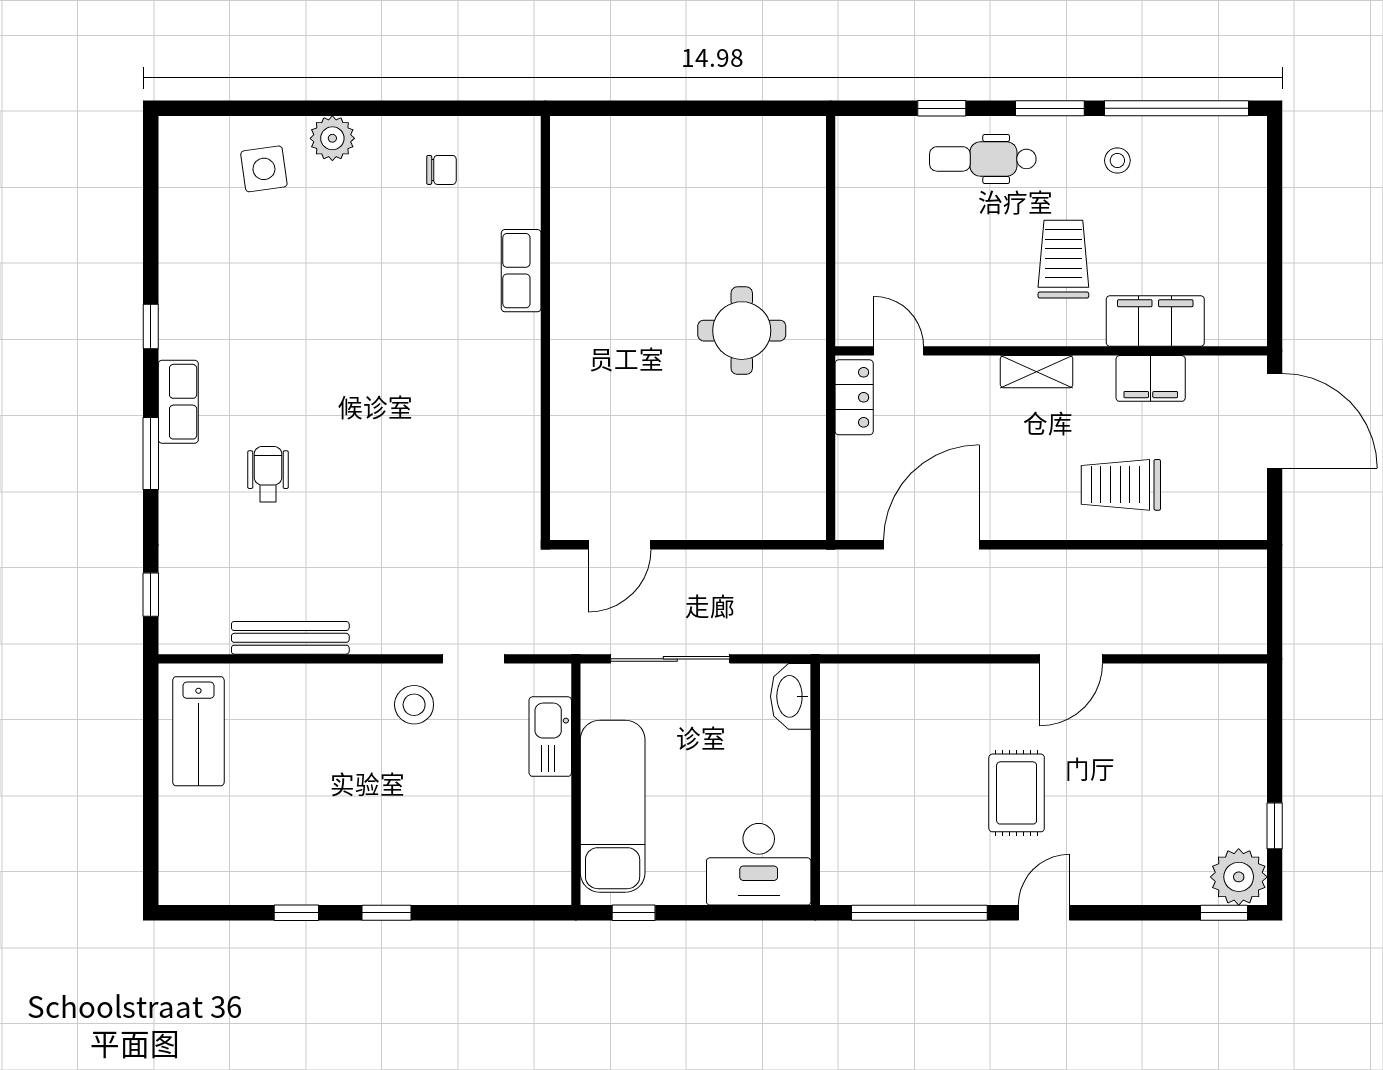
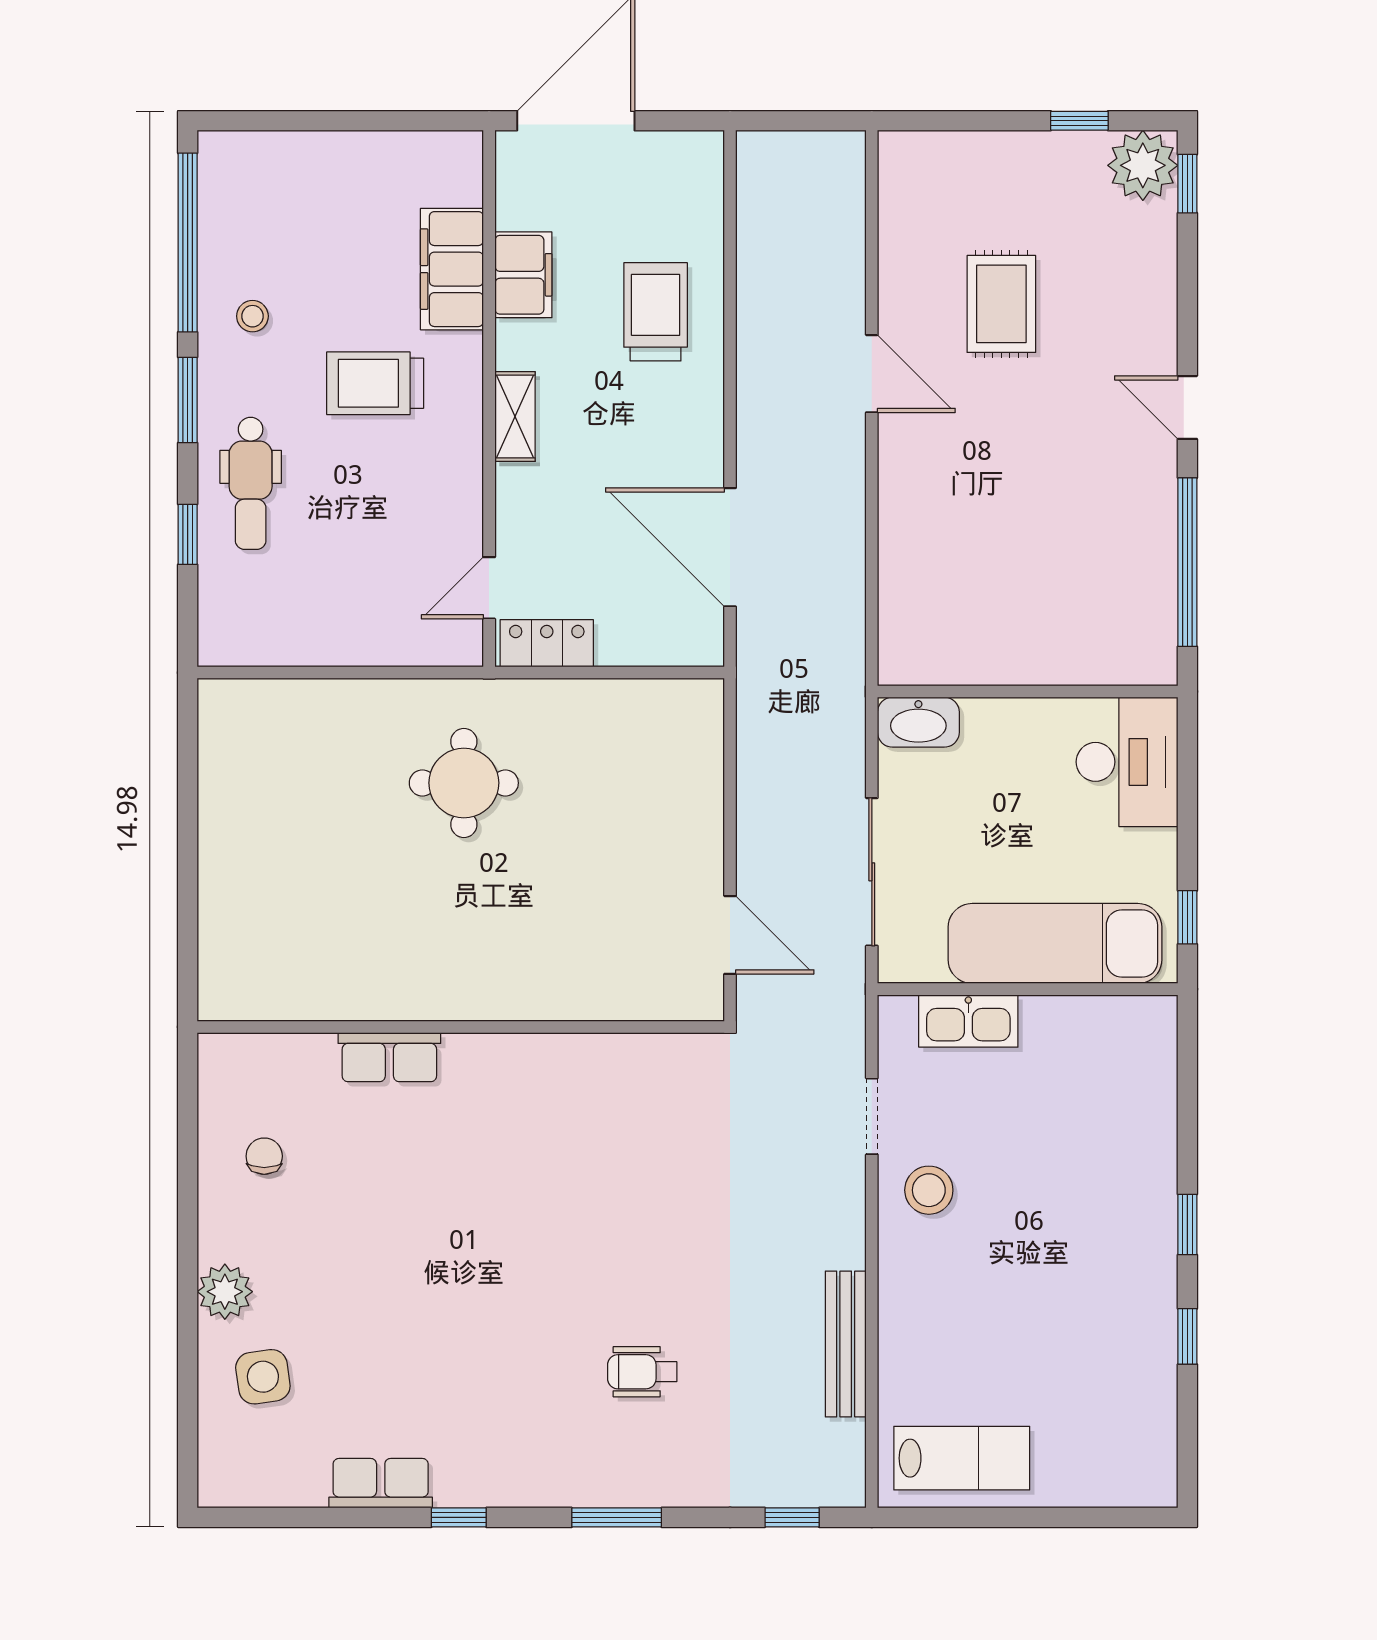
row of seats: (178, 402) -> (381, 1483), moved
trolley: (1121, 485) -> (656, 312), turned 180
rug: (1017, 793) -> (1001, 304), moved, turned 90

